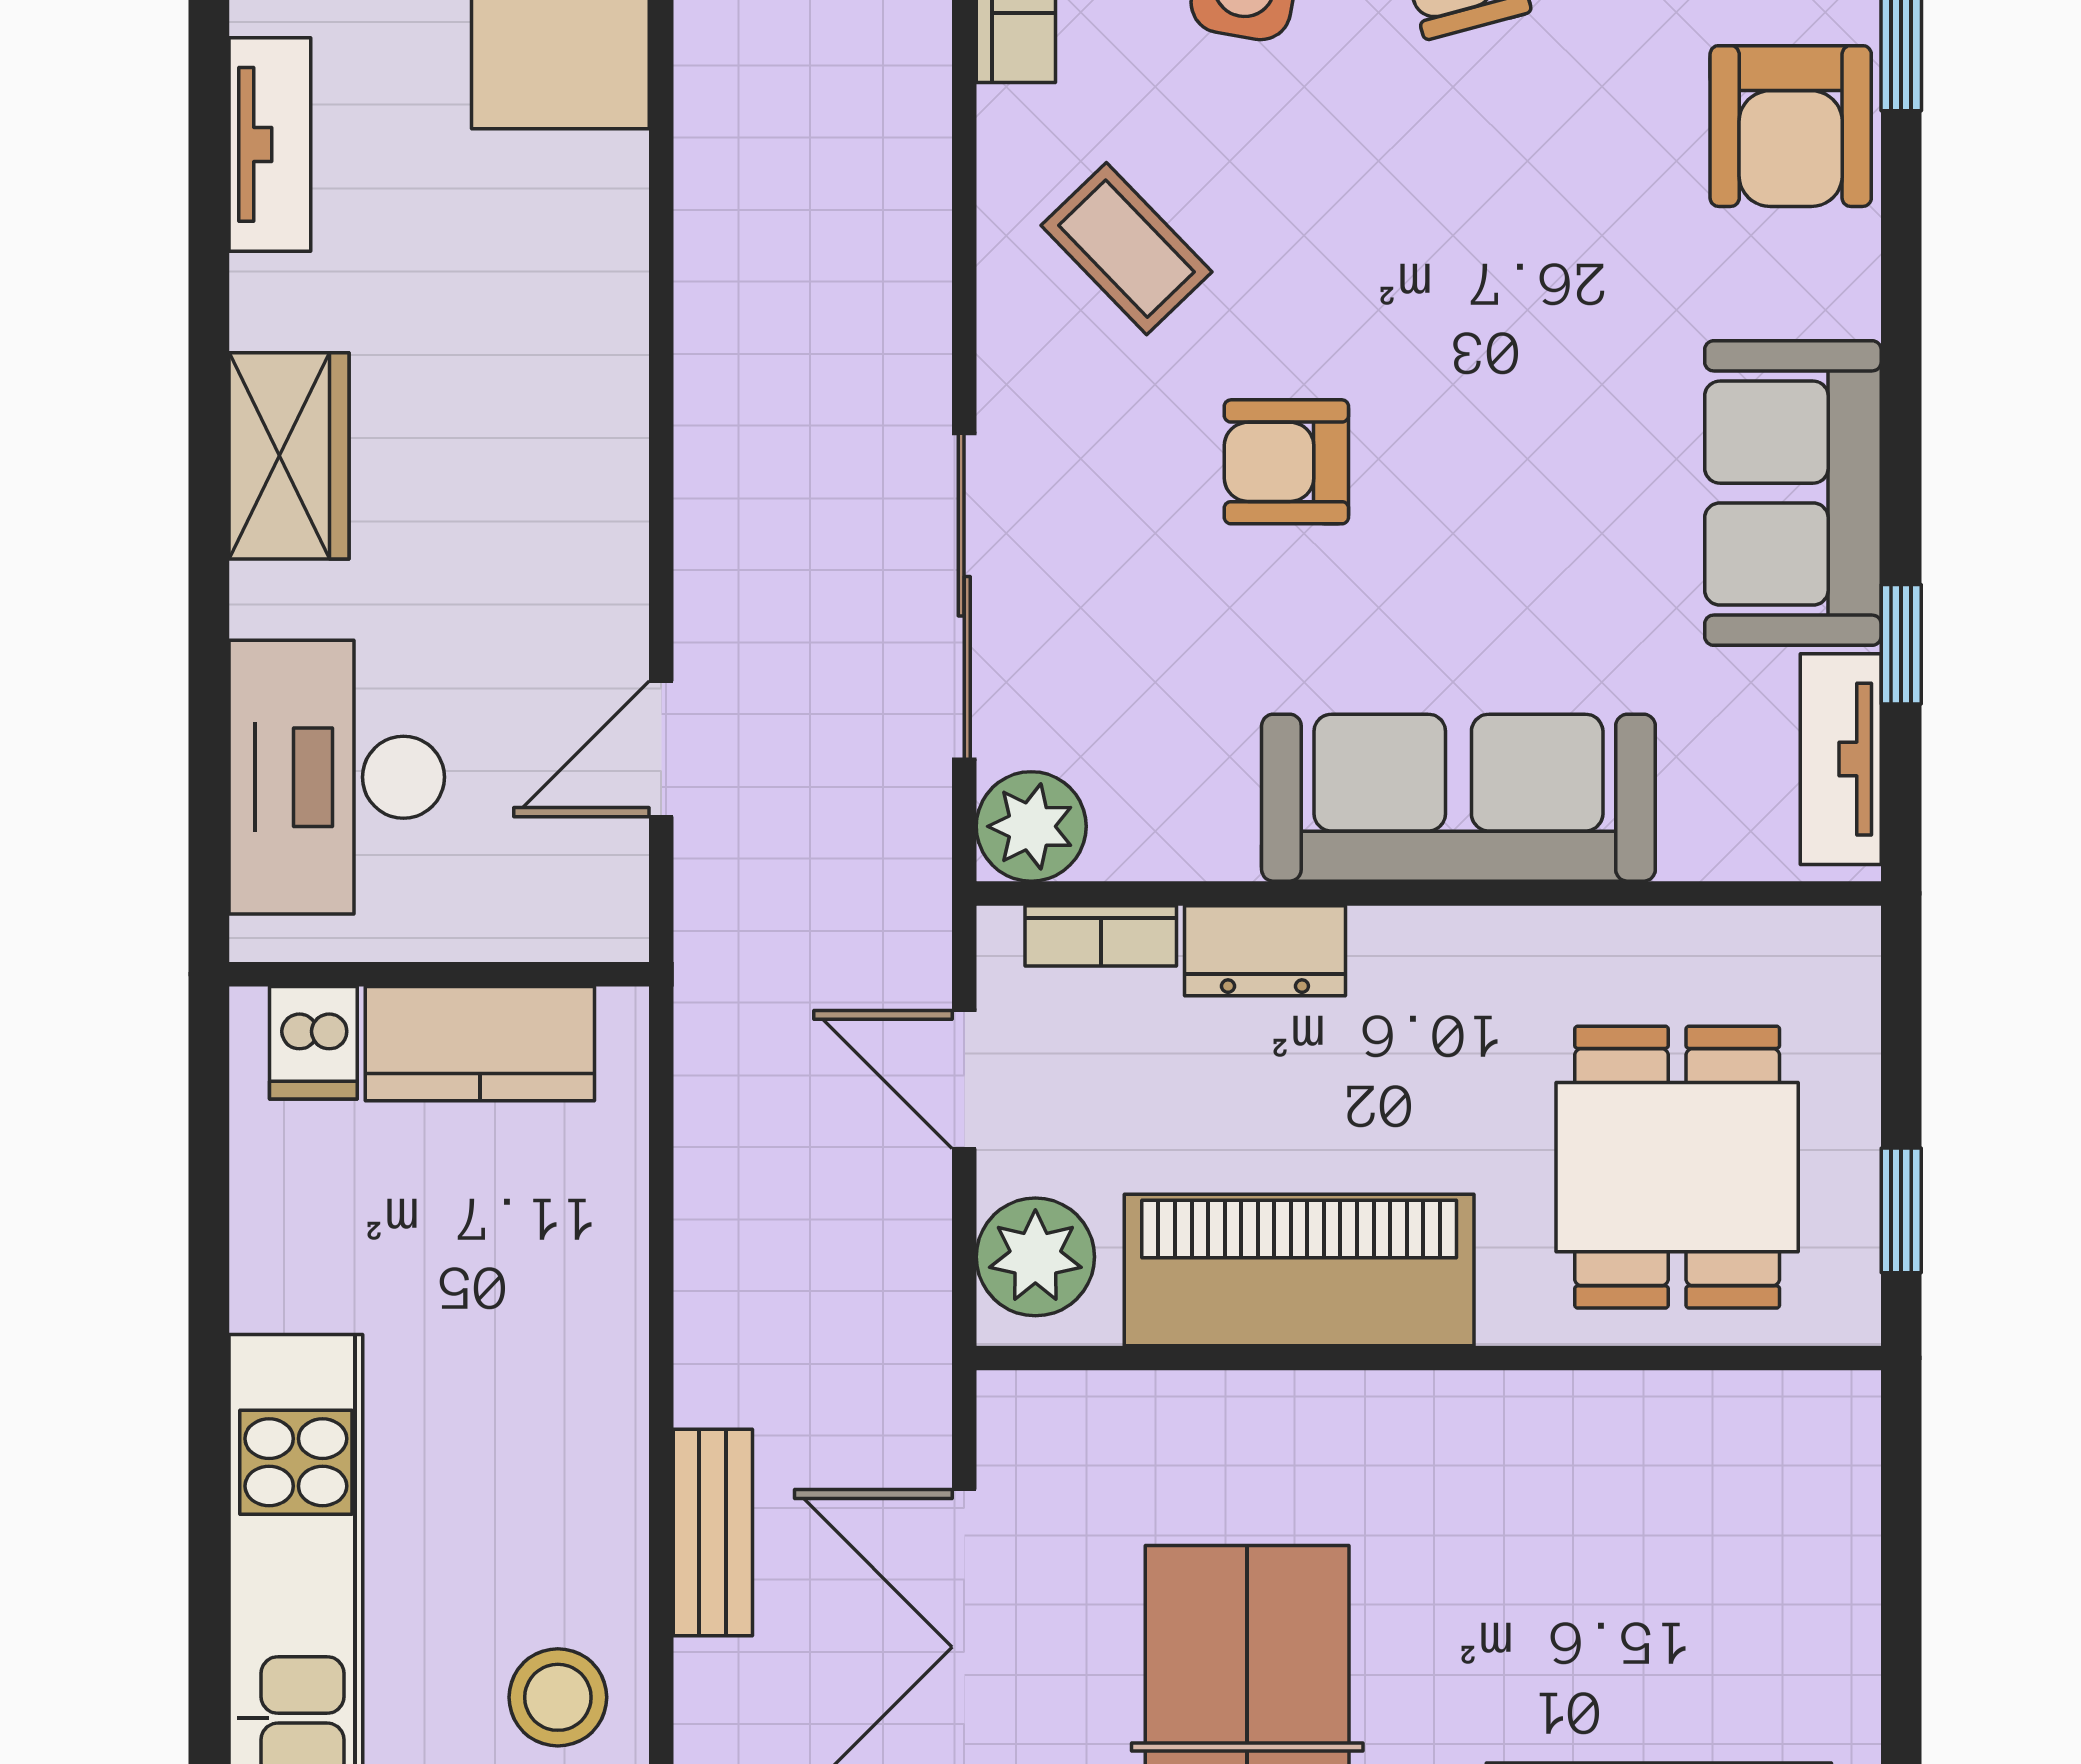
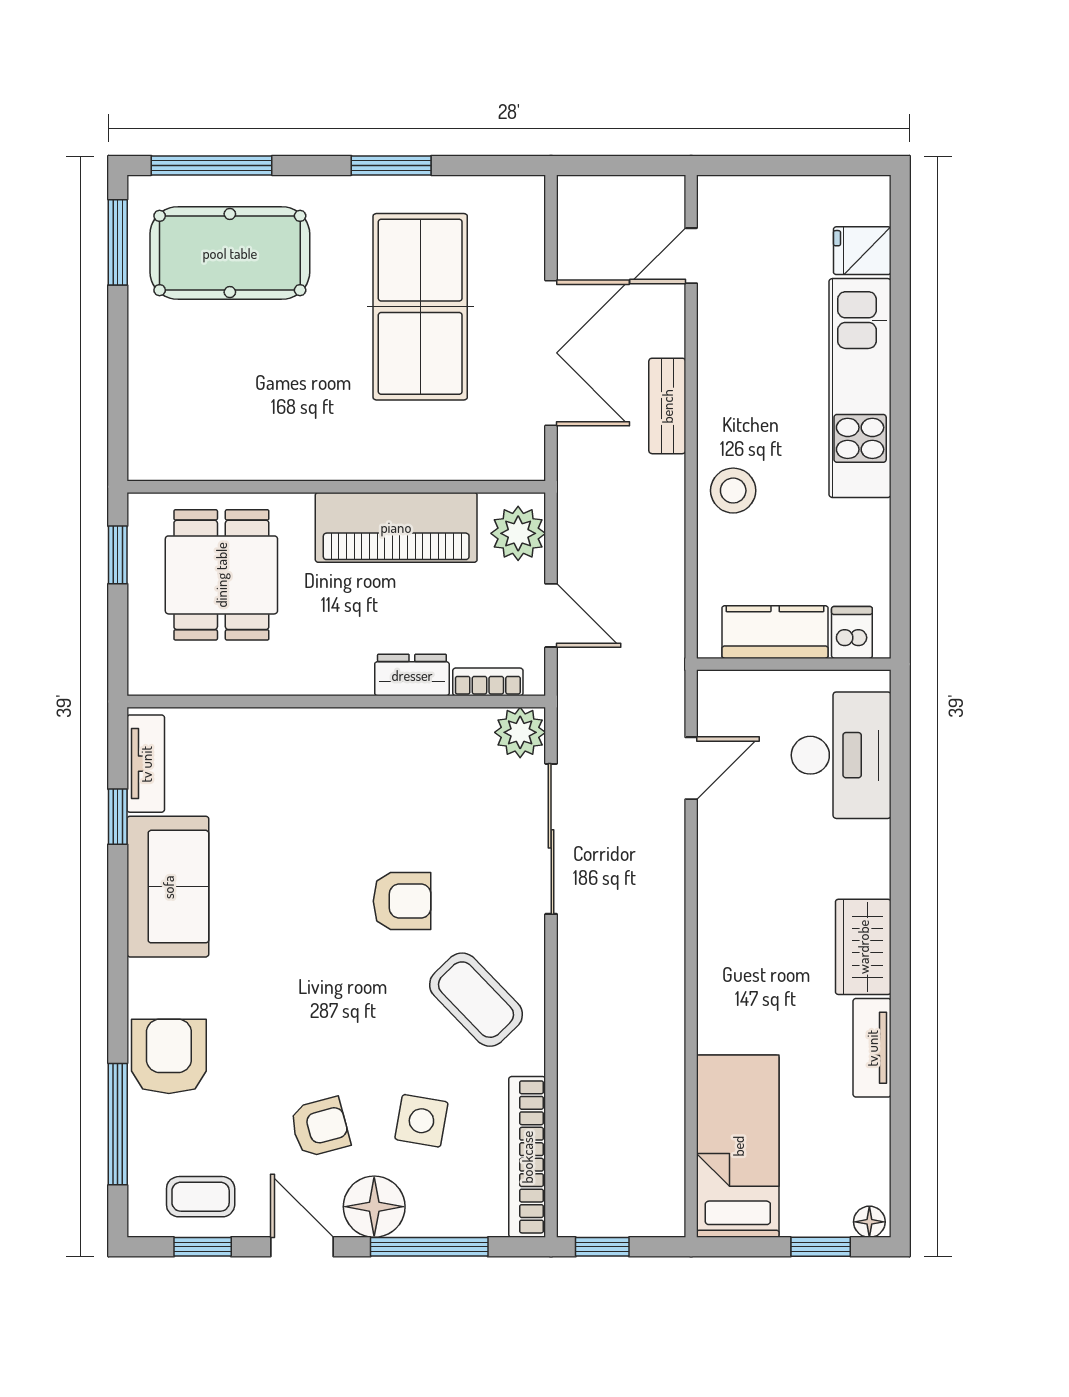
coffee table: (1126, 249) -> (476, 1000), width x1.36, depth x1.30
wardrobe: (289, 456) -> (863, 947), moved
sofa: (1458, 798) -> (322, 746), removed
stool: (558, 1697) -> (733, 491), moved

